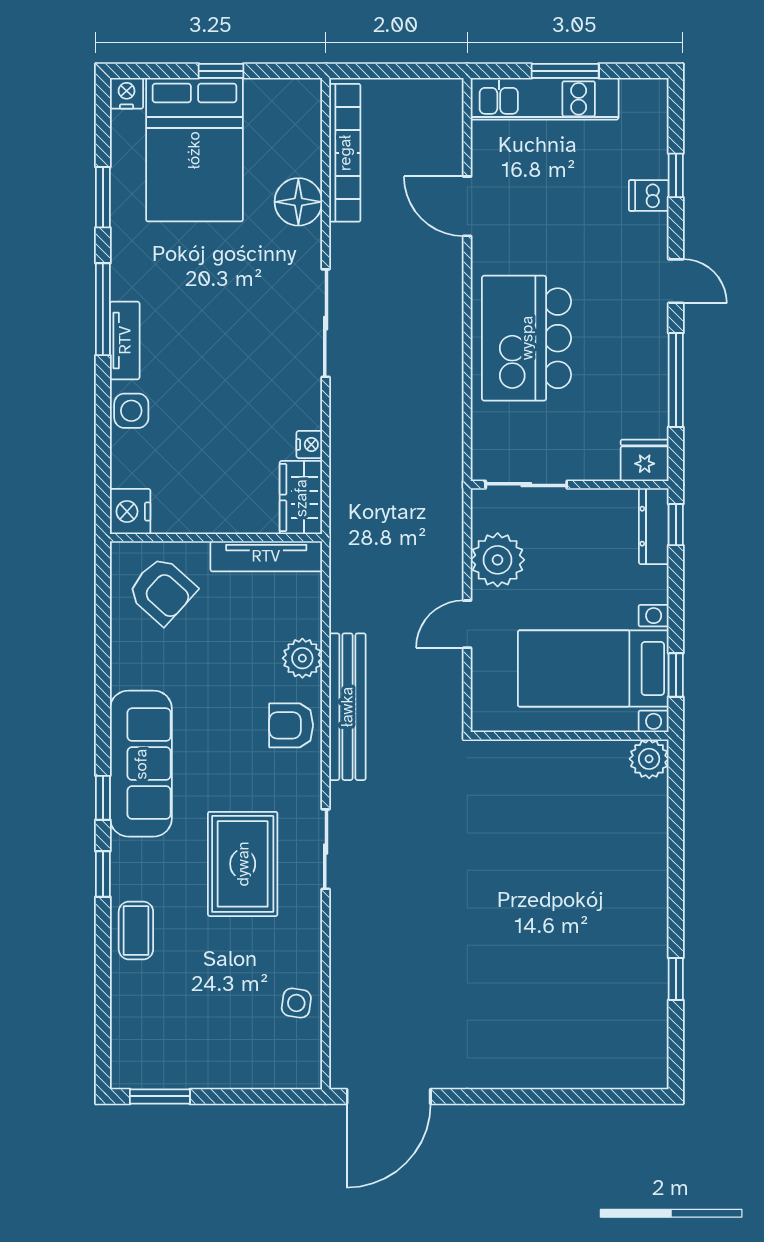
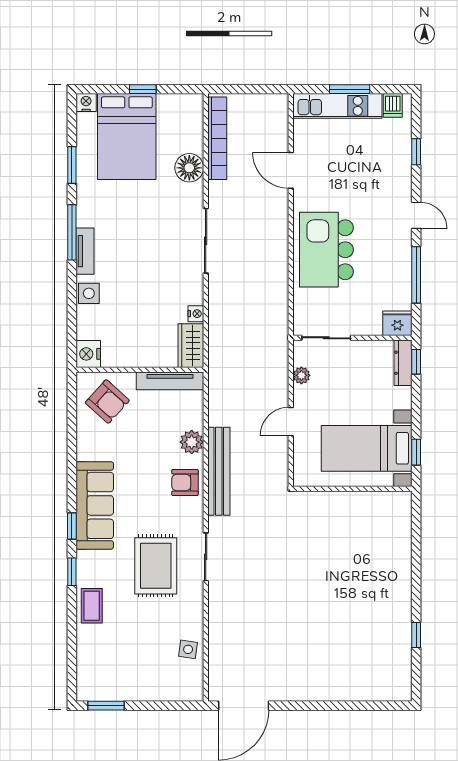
dishwasher: (649, 195) -> (393, 105), moved, turned -90
plant: (498, 560) -> (301, 375), width x0.53, depth x0.53
plant: (649, 759) -> (400, 503), removed

